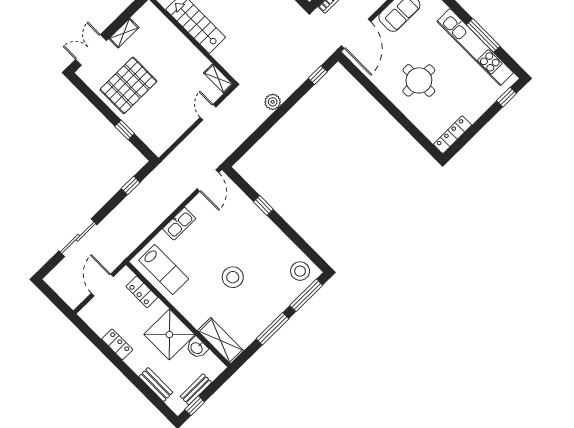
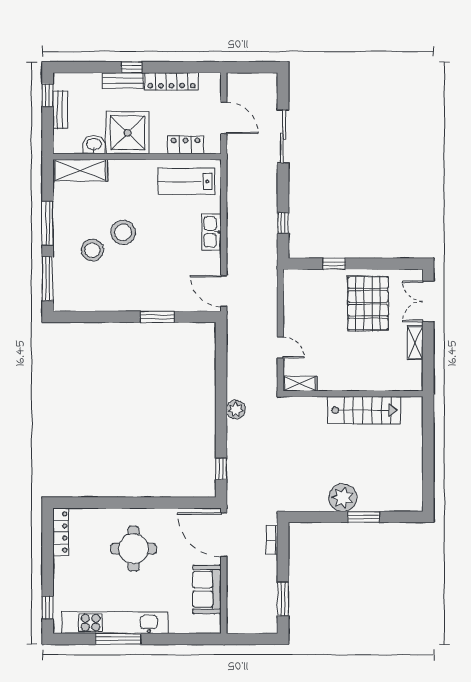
double door: (91, 50) -> (428, 301), swing flipped
window: (263, 205) -> (157, 317), width x1.50
stool: (300, 271) -> (93, 250), moved
locker: (117, 344) -> (171, 81), width x1.53
window: (127, 371) -> (132, 67), added
bench: (156, 385) -> (123, 80), moved

